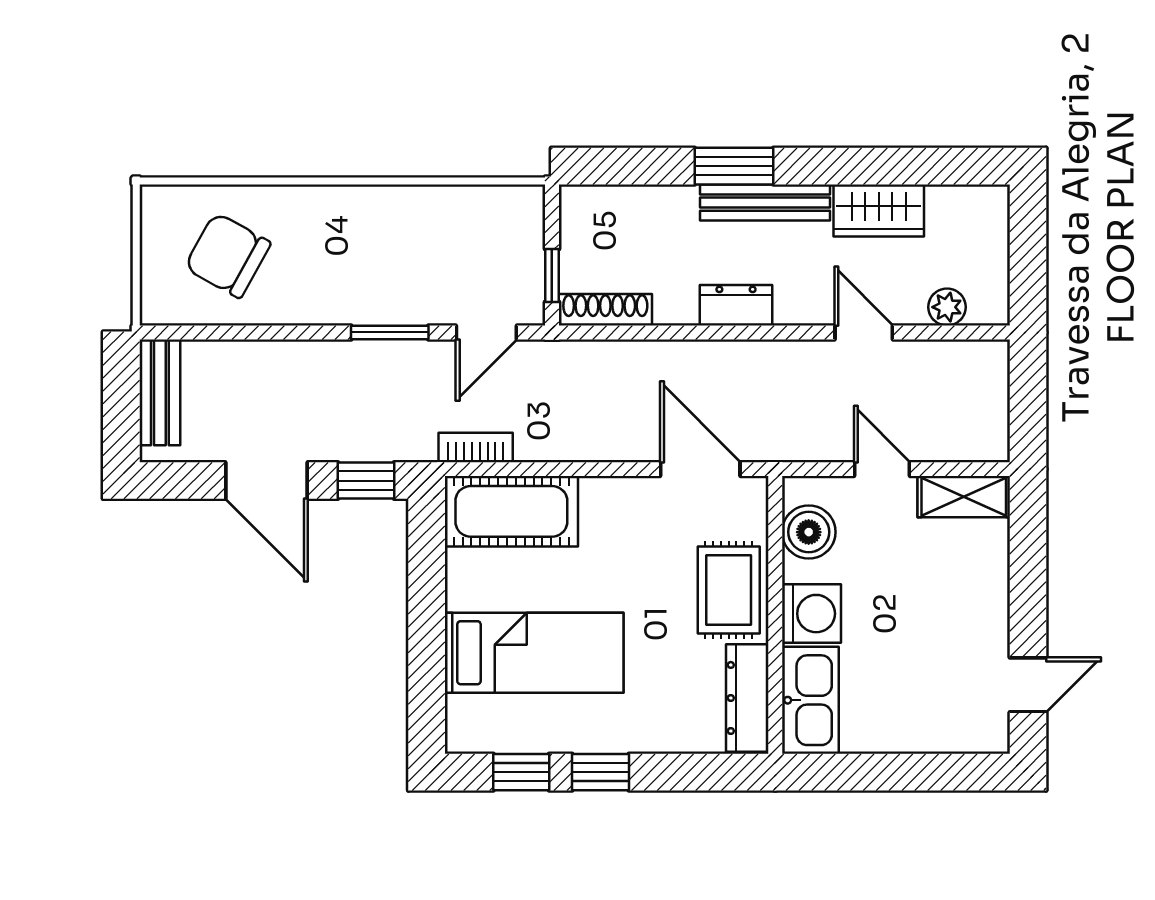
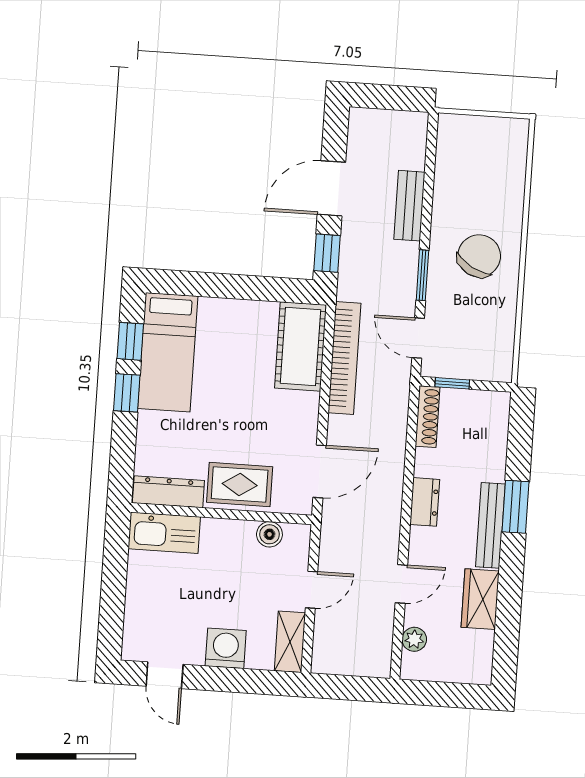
chair: (228, 255) -> (479, 256), moved
bench: (160, 392) -> (409, 206), moved, turned 90
bookcase: (476, 447) -> (345, 358), width x2.31, depth x1.31
boiler: (809, 532) -> (269, 534), width x0.73, depth x0.73
washing machine: (811, 614) -> (226, 648), moved, turned 180
bed: (534, 653) -> (168, 352), moved

